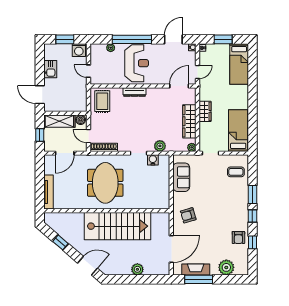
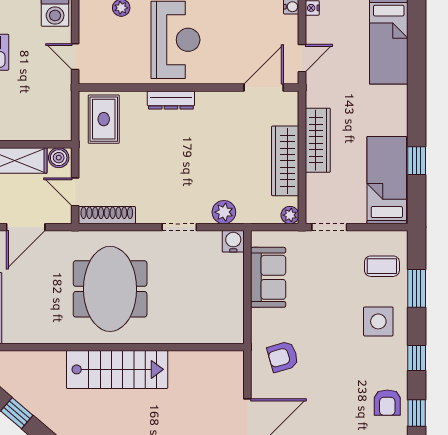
wardrobe: (205, 111) -> (318, 140), width x1.50
window: (252, 121) -> (417, 161), added
water cooler: (153, 160) -> (233, 241), moved
window: (252, 195) -> (417, 288), moved
side table: (234, 198) -> (378, 321), added
stairs: (117, 226) -> (117, 369), width x0.73, depth x0.66

